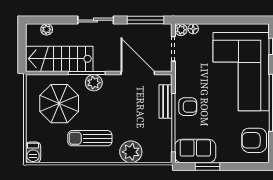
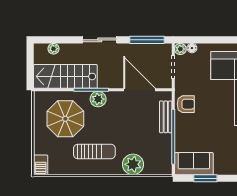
armchair: (188, 107) -> (186, 104), moved
sun lounger: (90, 138) -> (94, 152), turned 180

